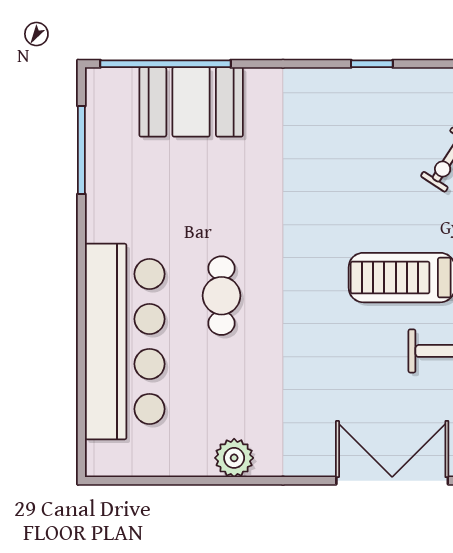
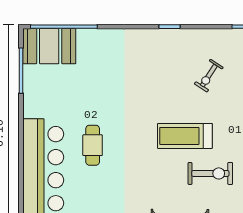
booth: (191, 102) -> (49, 46), moved

